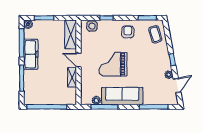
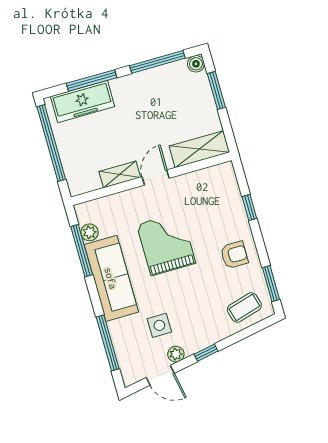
side table: (92, 26) -> (159, 325), moved
freezer: (31, 54) -> (83, 102), moved

